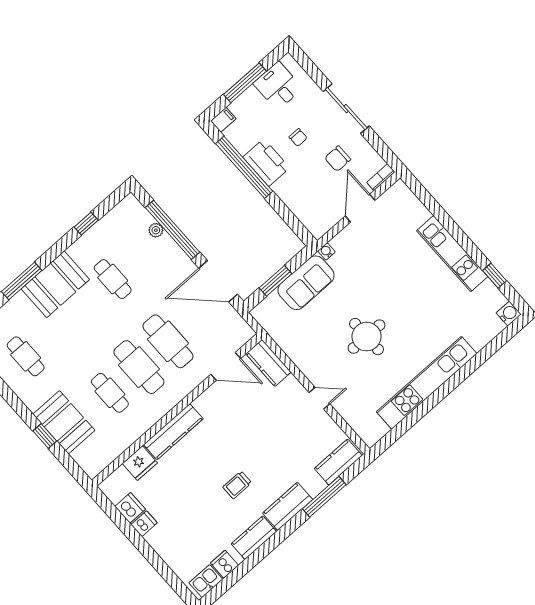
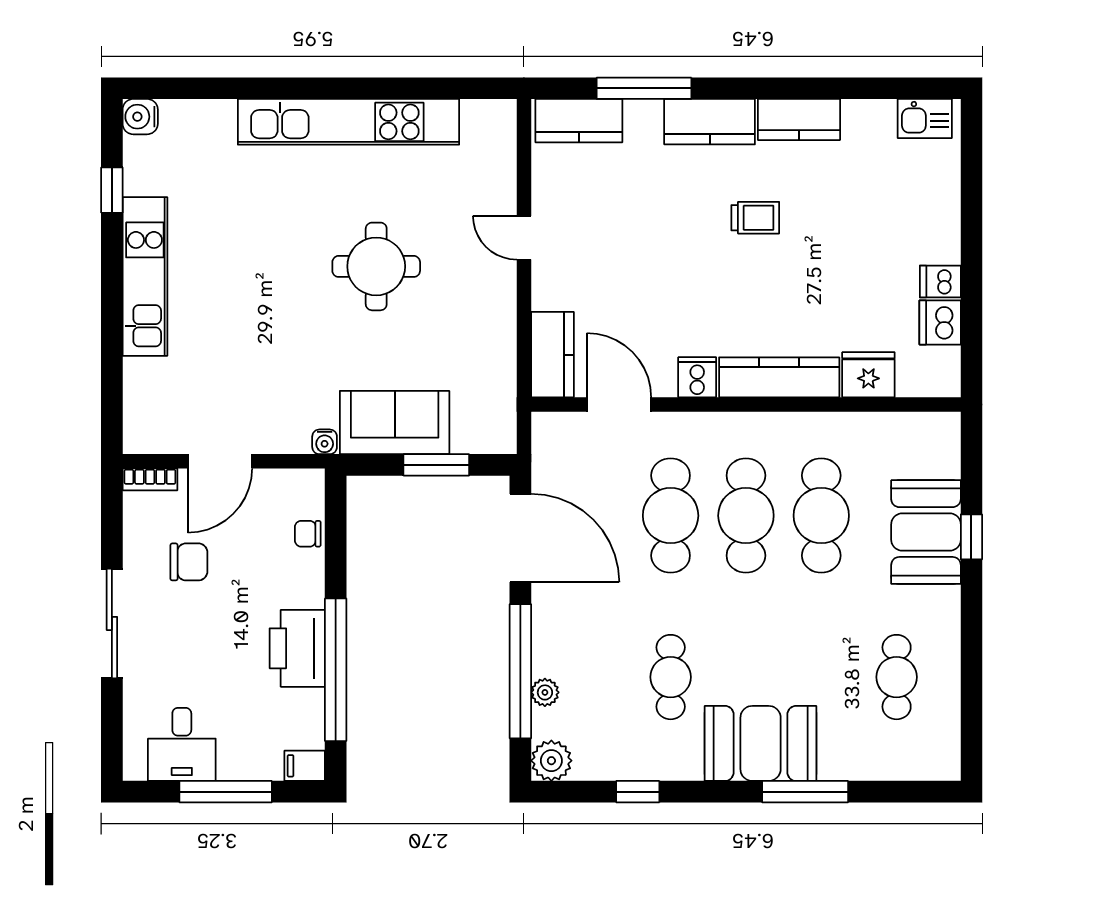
chair: (298, 138) -> (308, 534), moved, turned -90
plant: (130, 206) -> (551, 761), added
cafe table: (110, 393) -> (821, 516), width x1.37, depth x1.35
cooker: (224, 564) -> (697, 377), moved, turned 180

